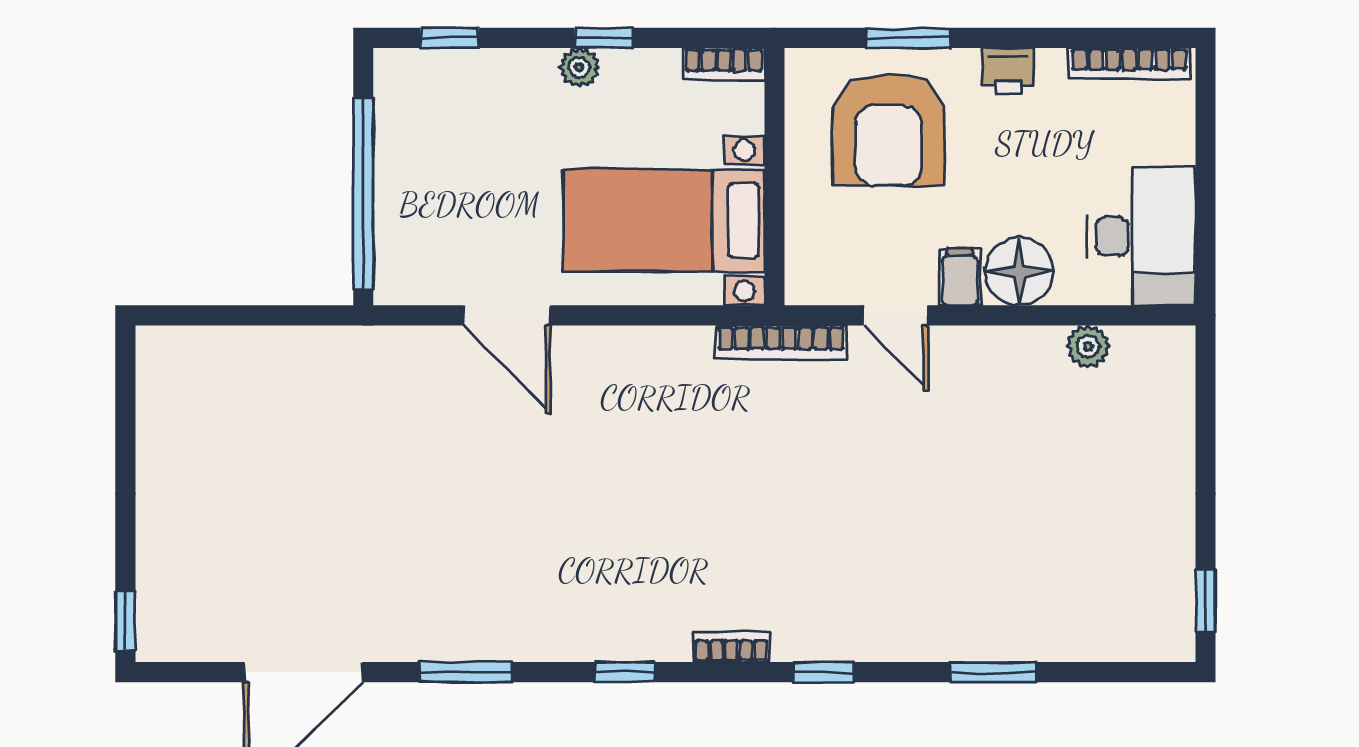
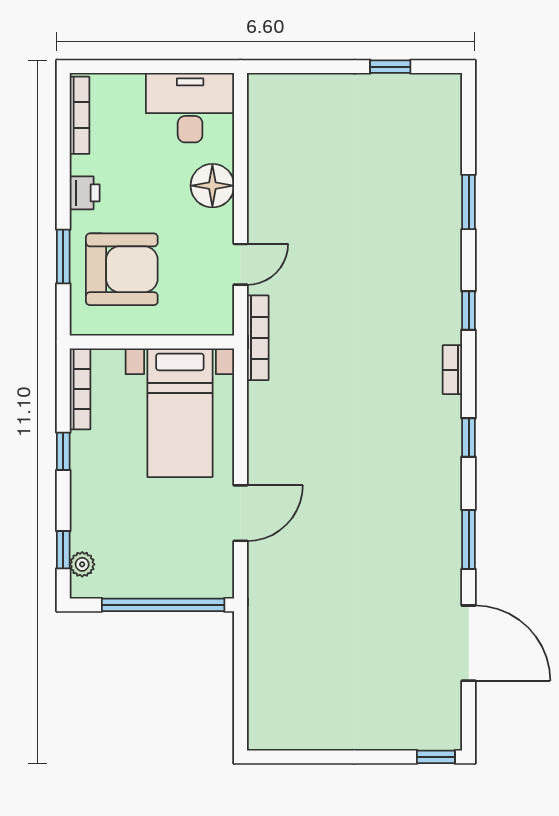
bookcase: (724, 64) -> (80, 389), width x1.56
plant: (579, 67) -> (82, 564), moved
filing cabinet: (960, 277) -> (216, 224), removed
plant: (1088, 346) -> (260, 142), removed
window: (1205, 600) -> (390, 67), moved

